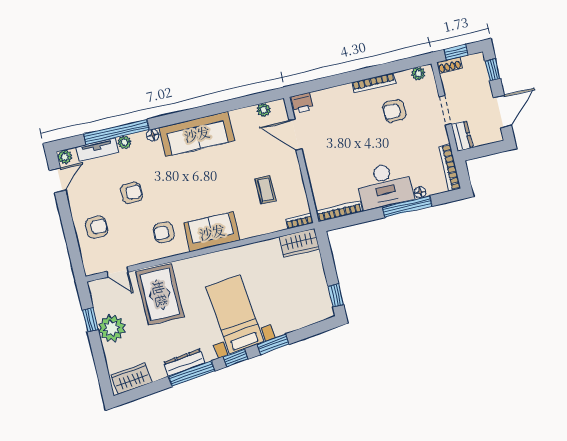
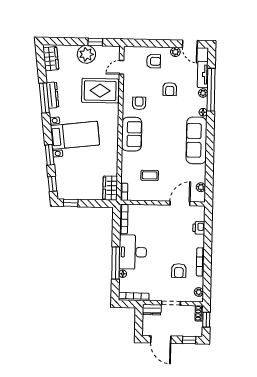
printer: (302, 103) -> (199, 228), moved
armchair: (394, 111) -> (179, 271), turned 180
plant: (65, 157) -> (175, 52), moved
armchair: (96, 227) -> (154, 61), turned -90
window: (235, 358) -> (52, 184), moved

